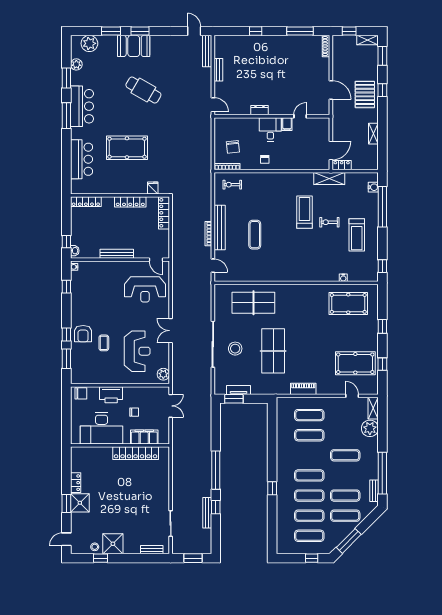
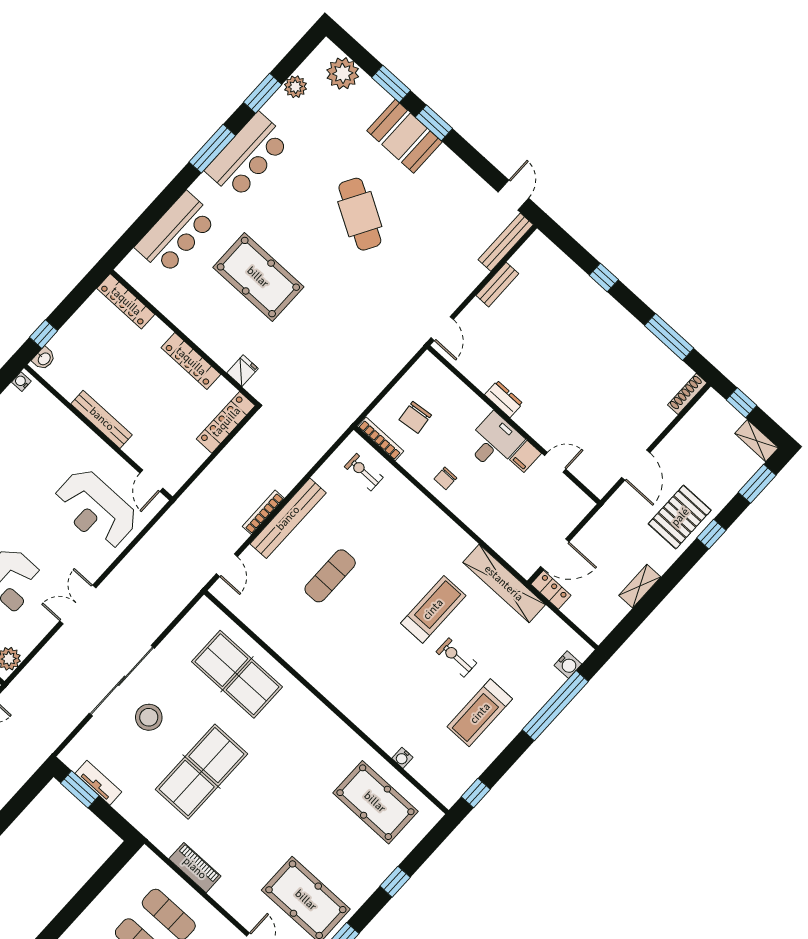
shelving: (329, 179) -> (504, 583), width x1.47

